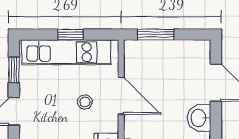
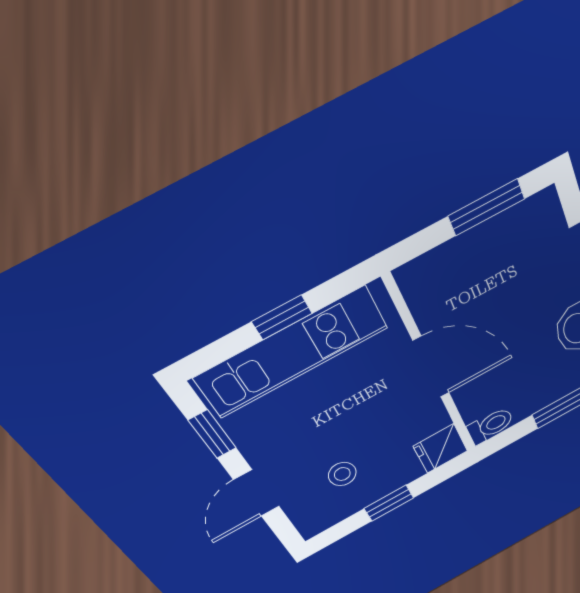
window: (155, 34) -> (486, 207), moved
stool: (85, 102) -> (342, 474), moved

